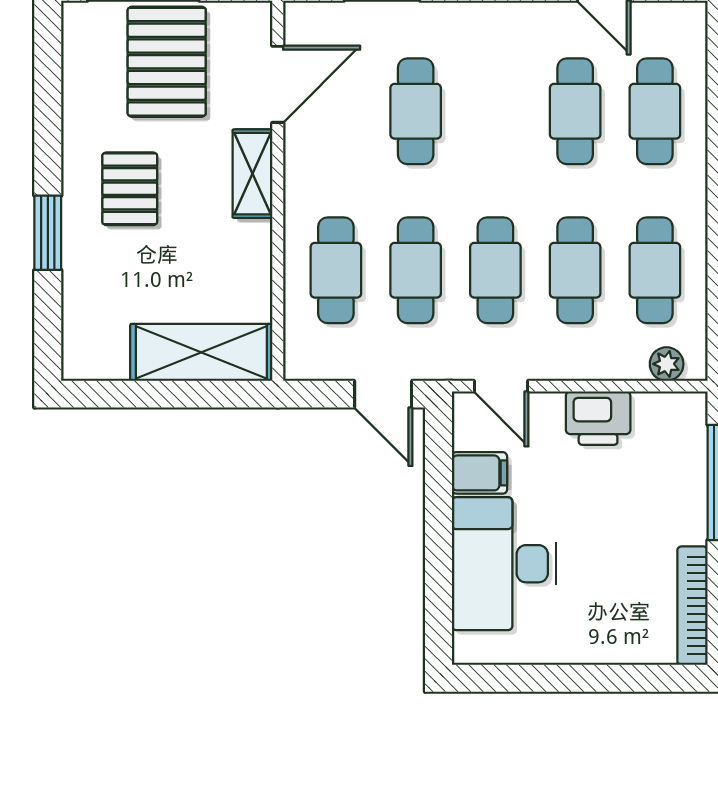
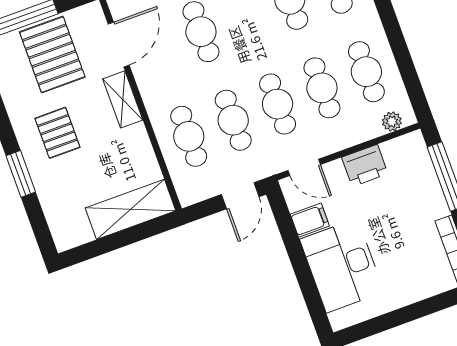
door: (383, 394) -> (240, 196), hinge flipped

